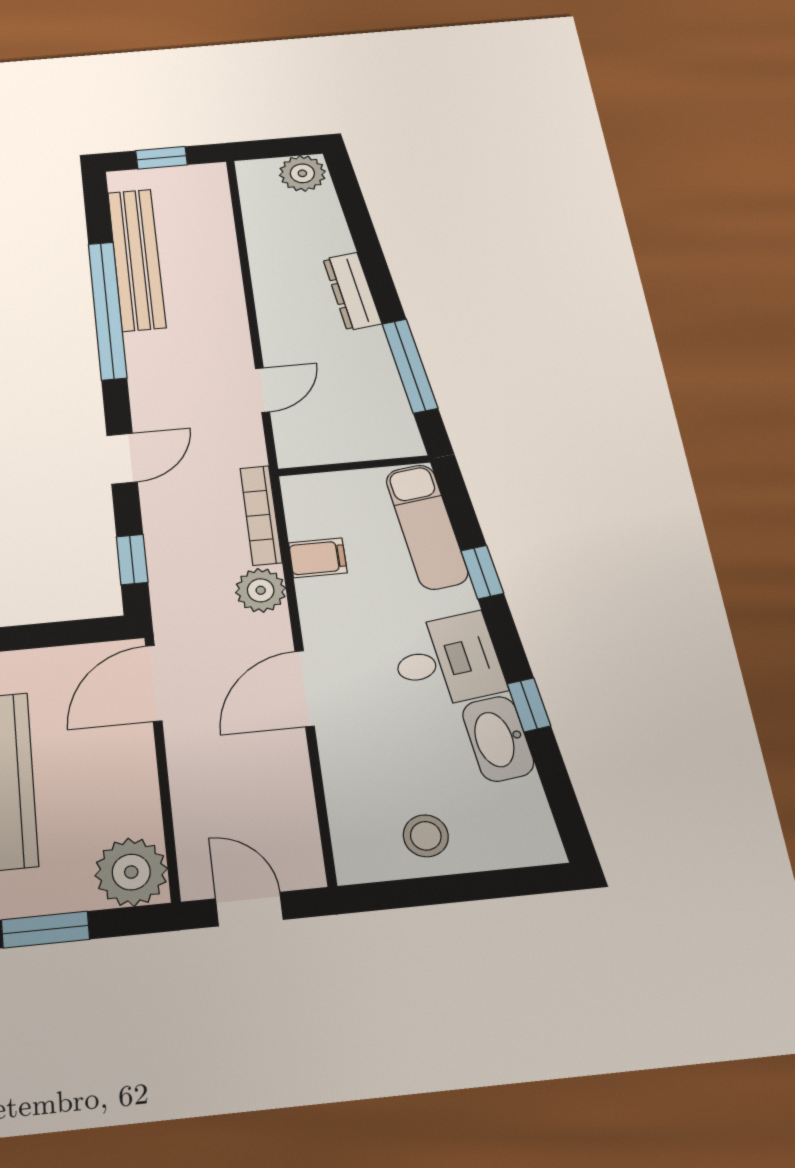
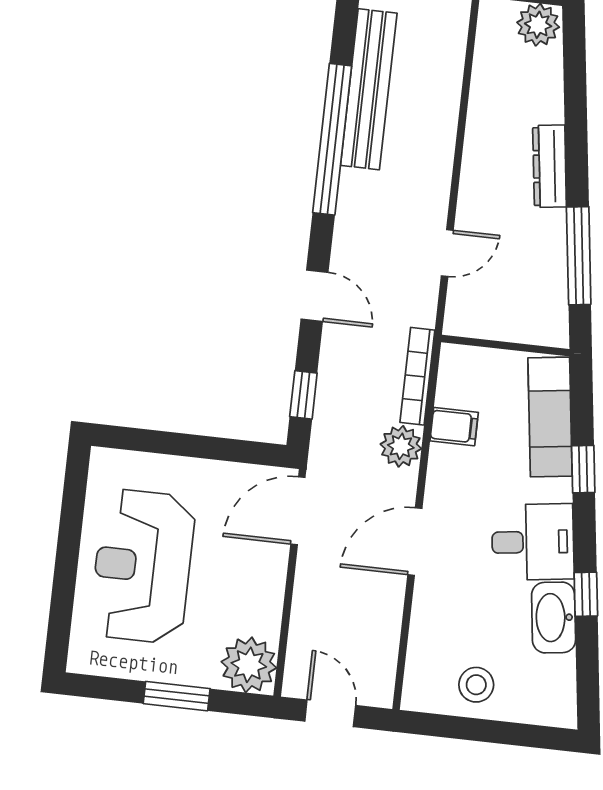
door: (122, 459) -> (315, 296), hinge flipped

